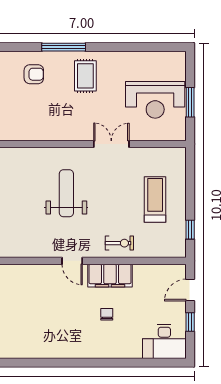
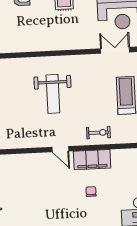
double door: (111, 144) -> (115, 50), moved
weight bench: (66, 193) -> (53, 94), turned 180

